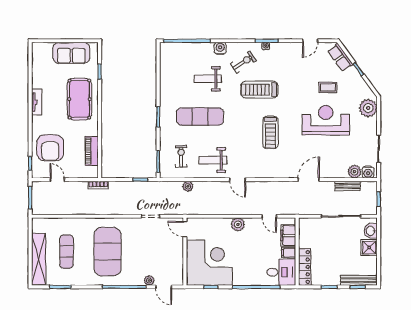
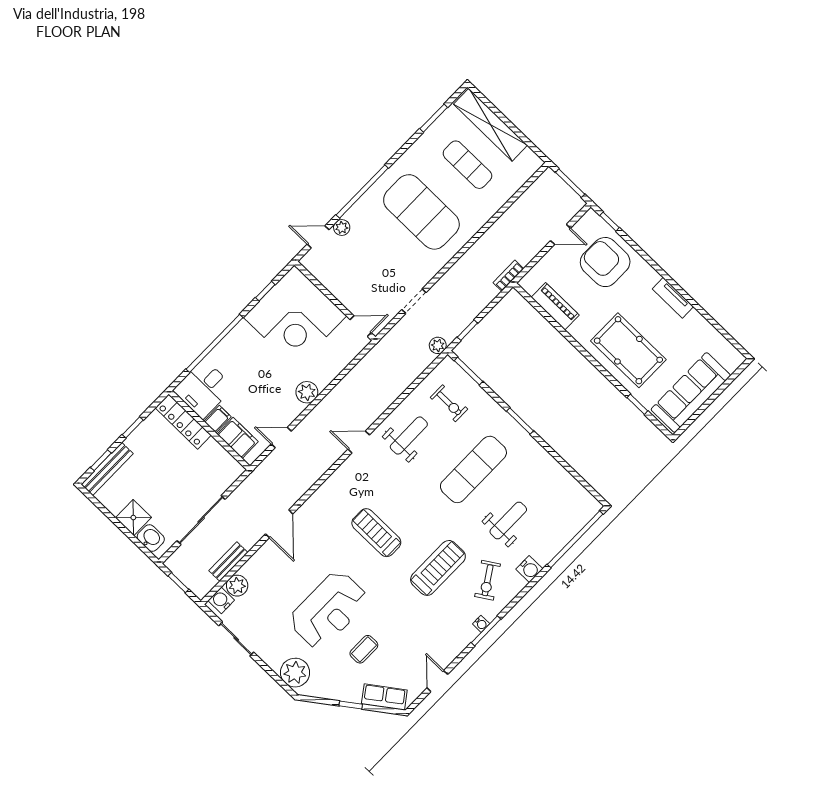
sofa: (71, 53) -> (691, 393), width x1.36
plant: (188, 186) -> (438, 345), moved

